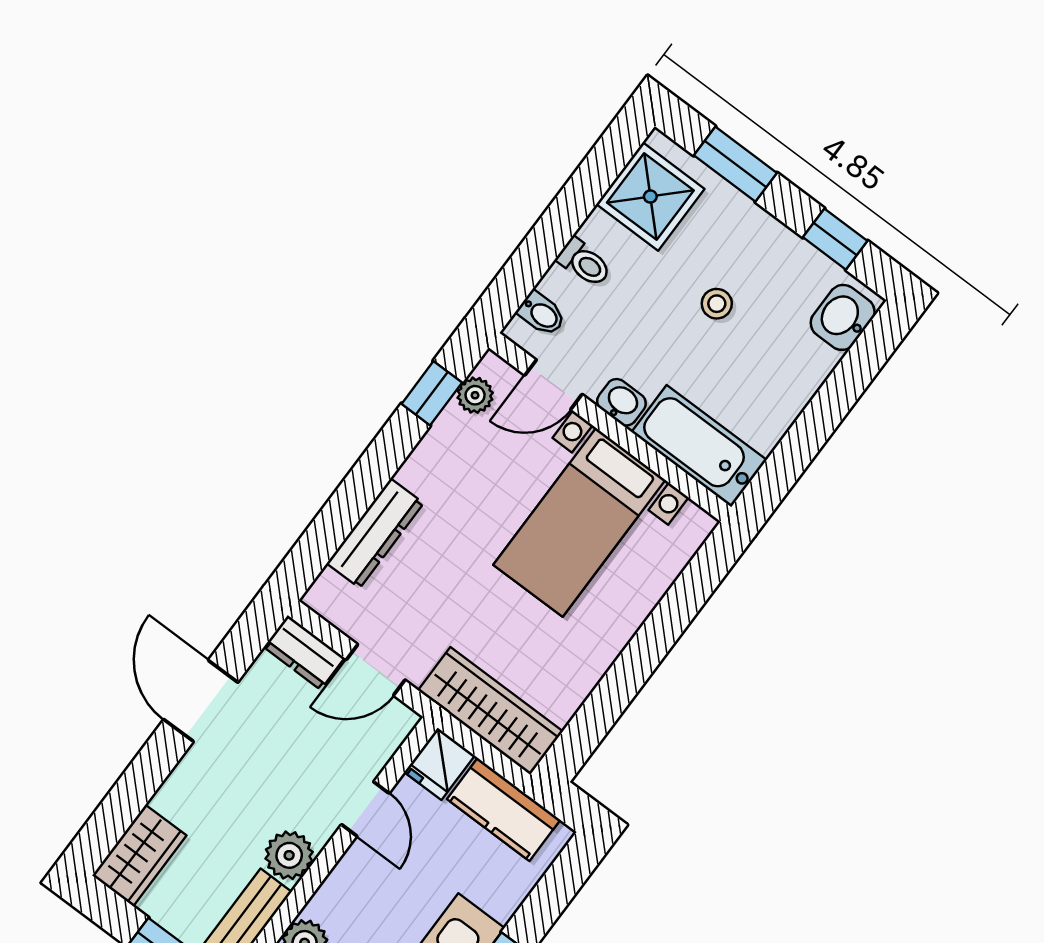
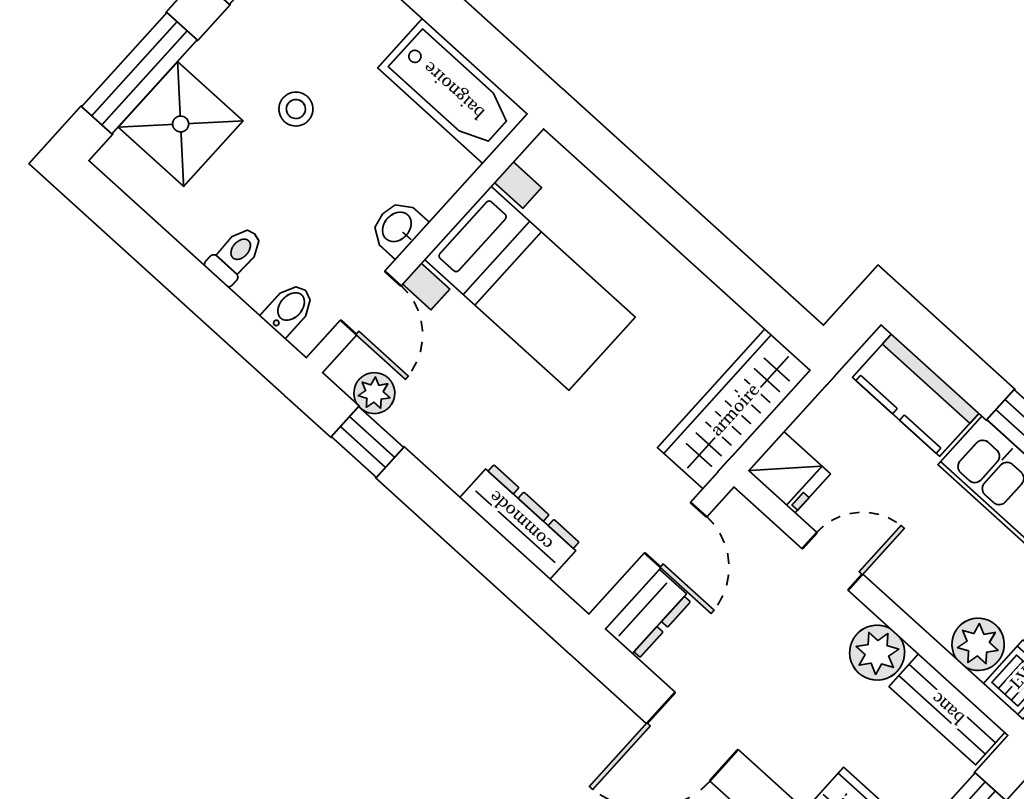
window: (735, 164) -> (139, 73), width x1.44
shower: (650, 197) -> (181, 124), moved
bathtub: (699, 446) -> (453, 91), moved, turned -90
kitchen counter: (504, 809) -> (916, 395), moved, turned 90

